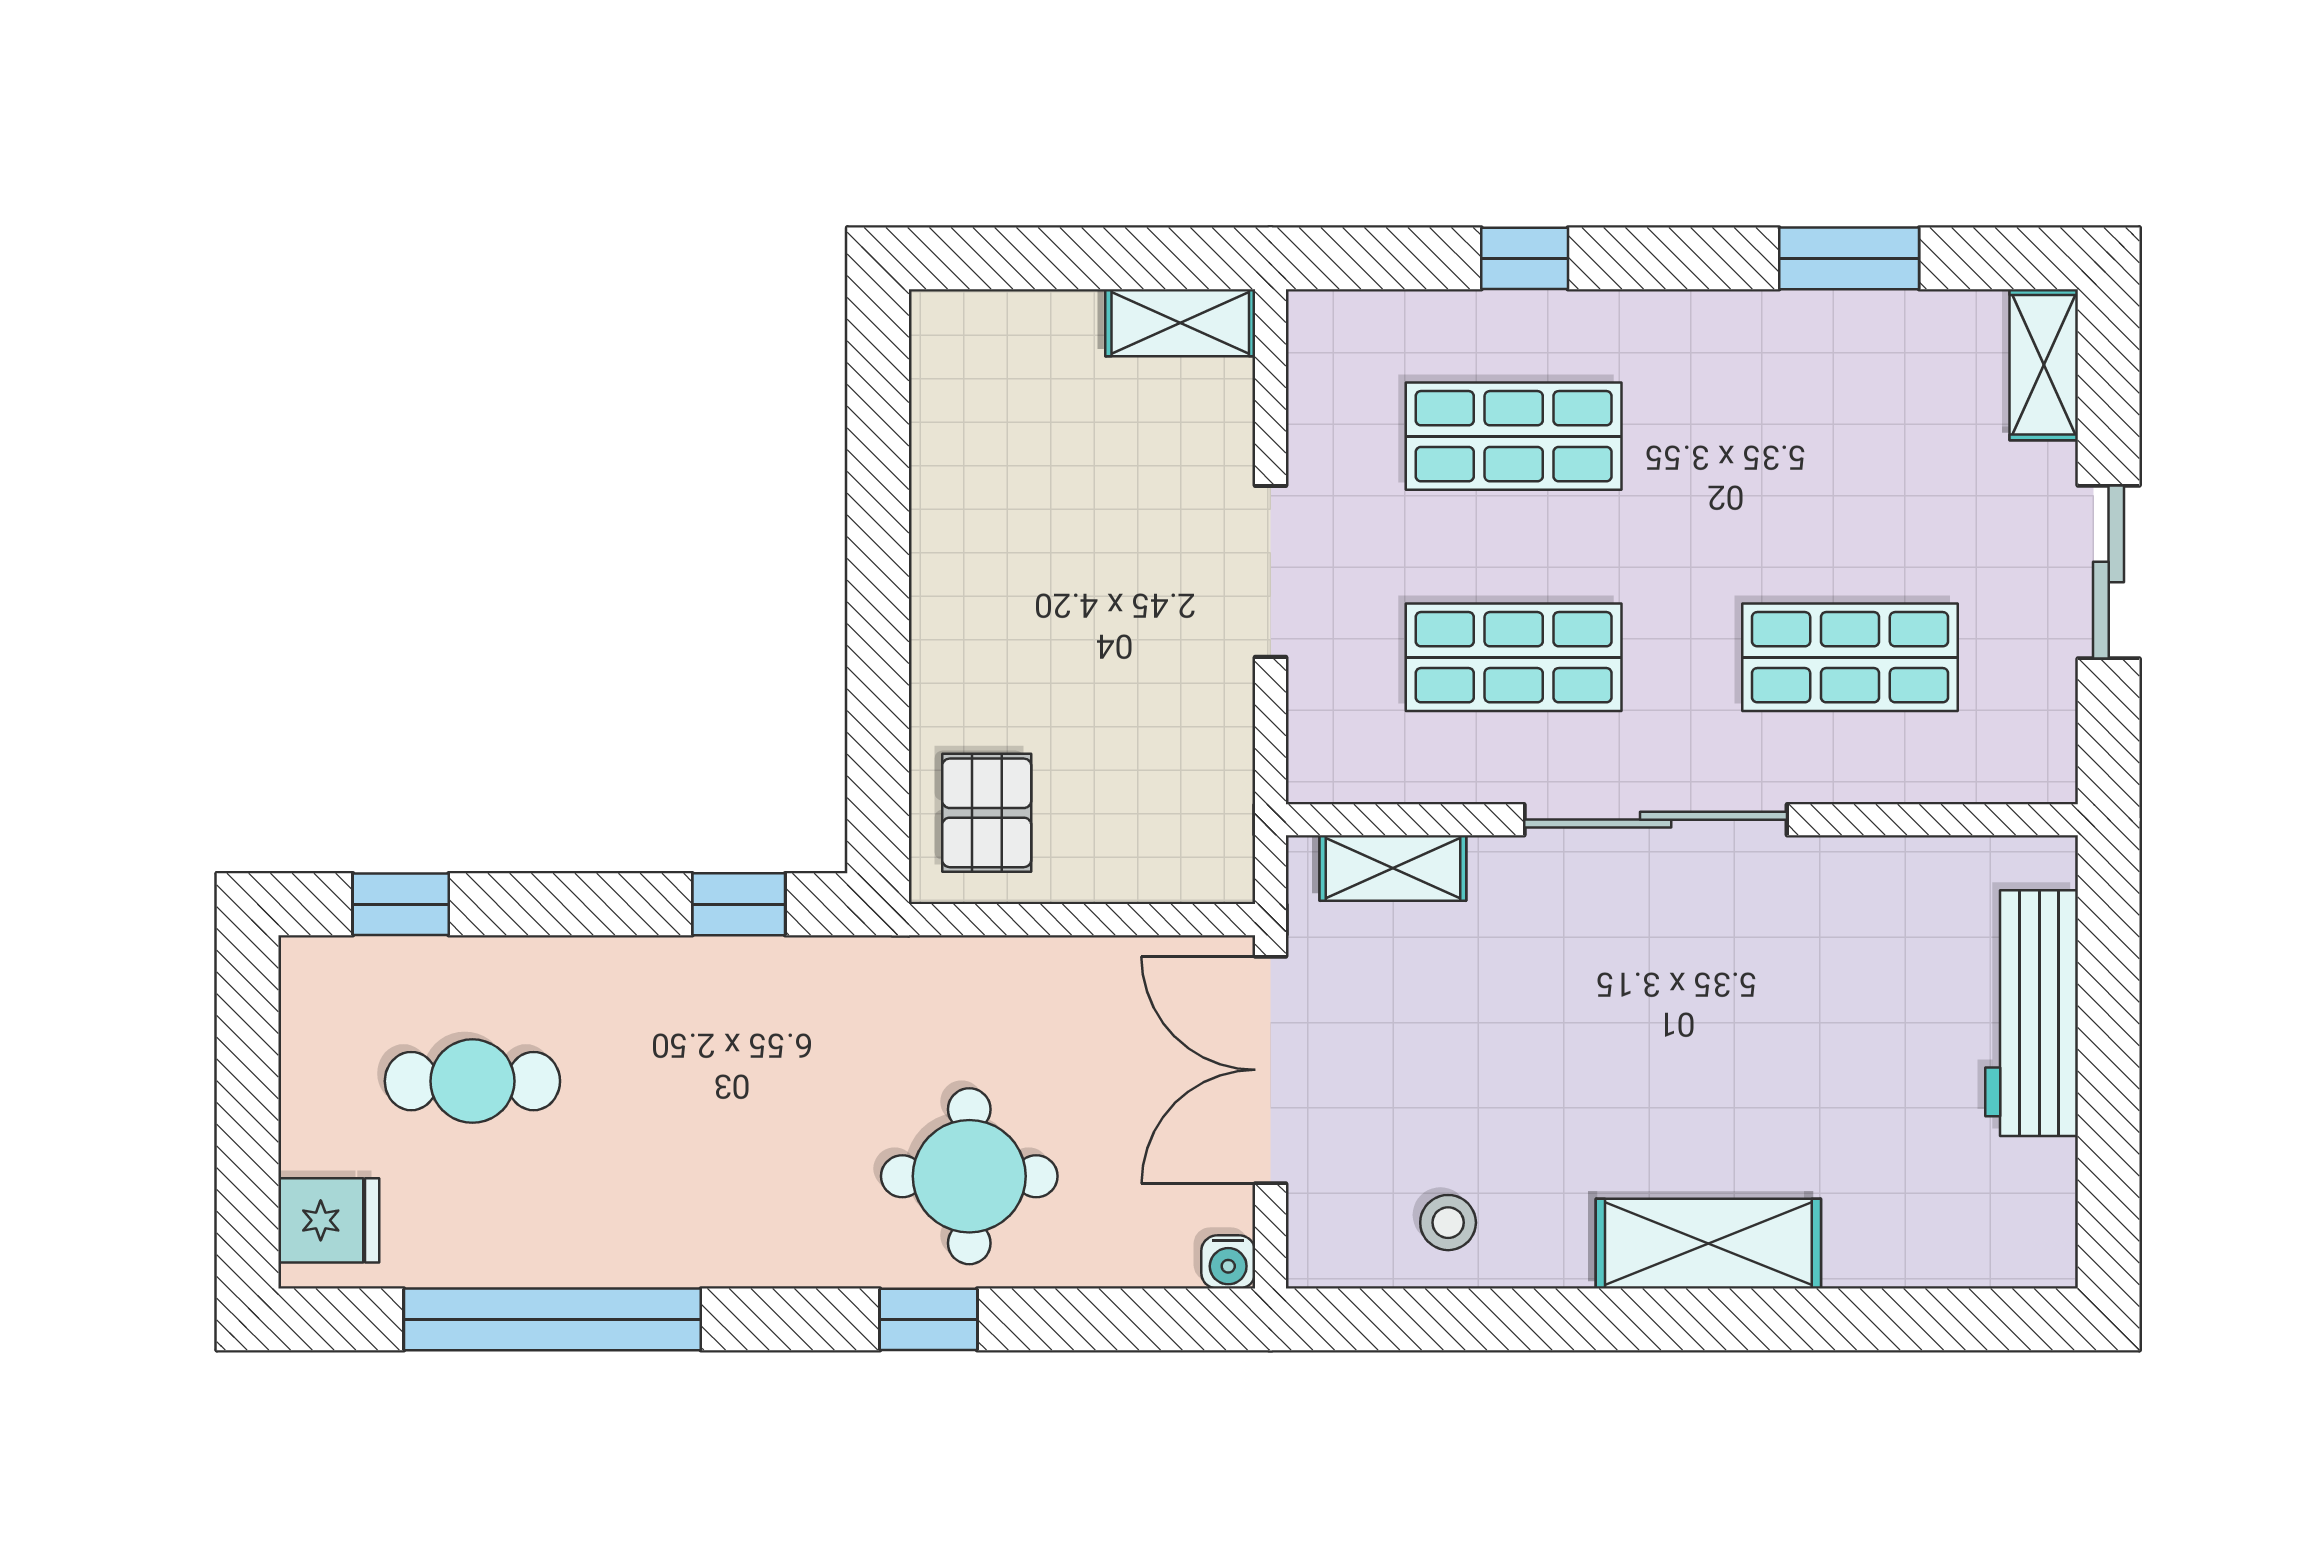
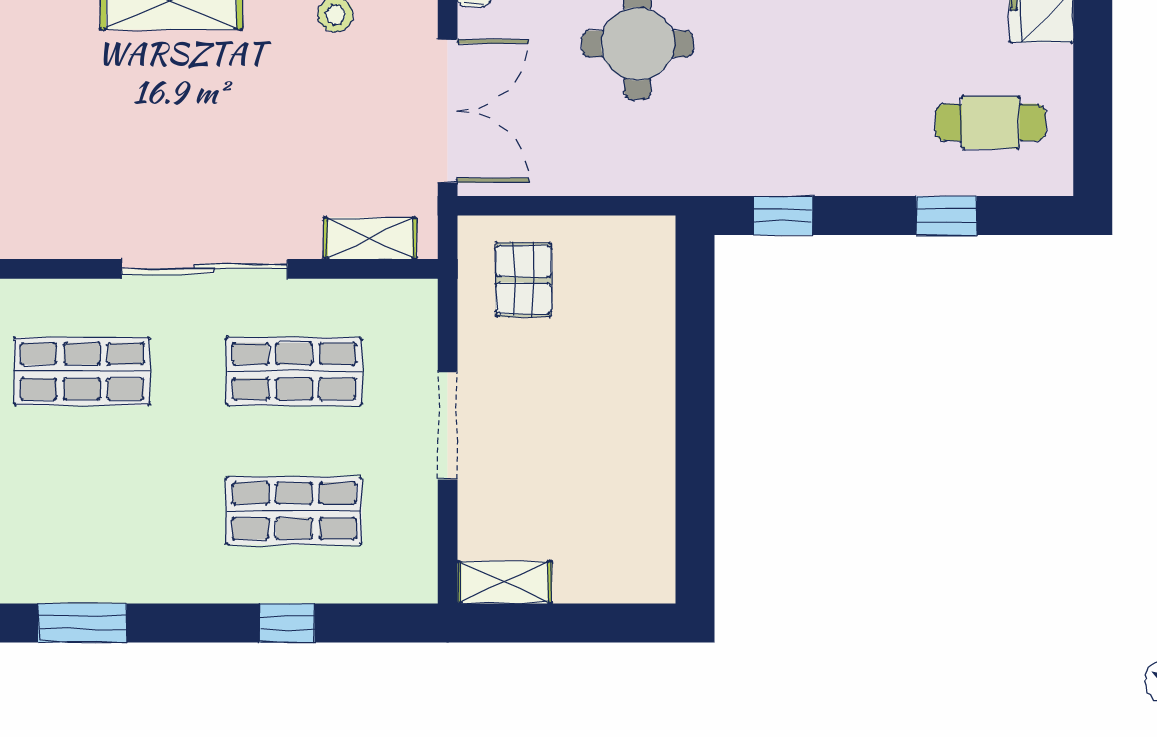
pallet: (987, 813) -> (524, 280), moved
window: (401, 904) -> (947, 215), moved
cafe table: (472, 1081) -> (991, 122), moved

